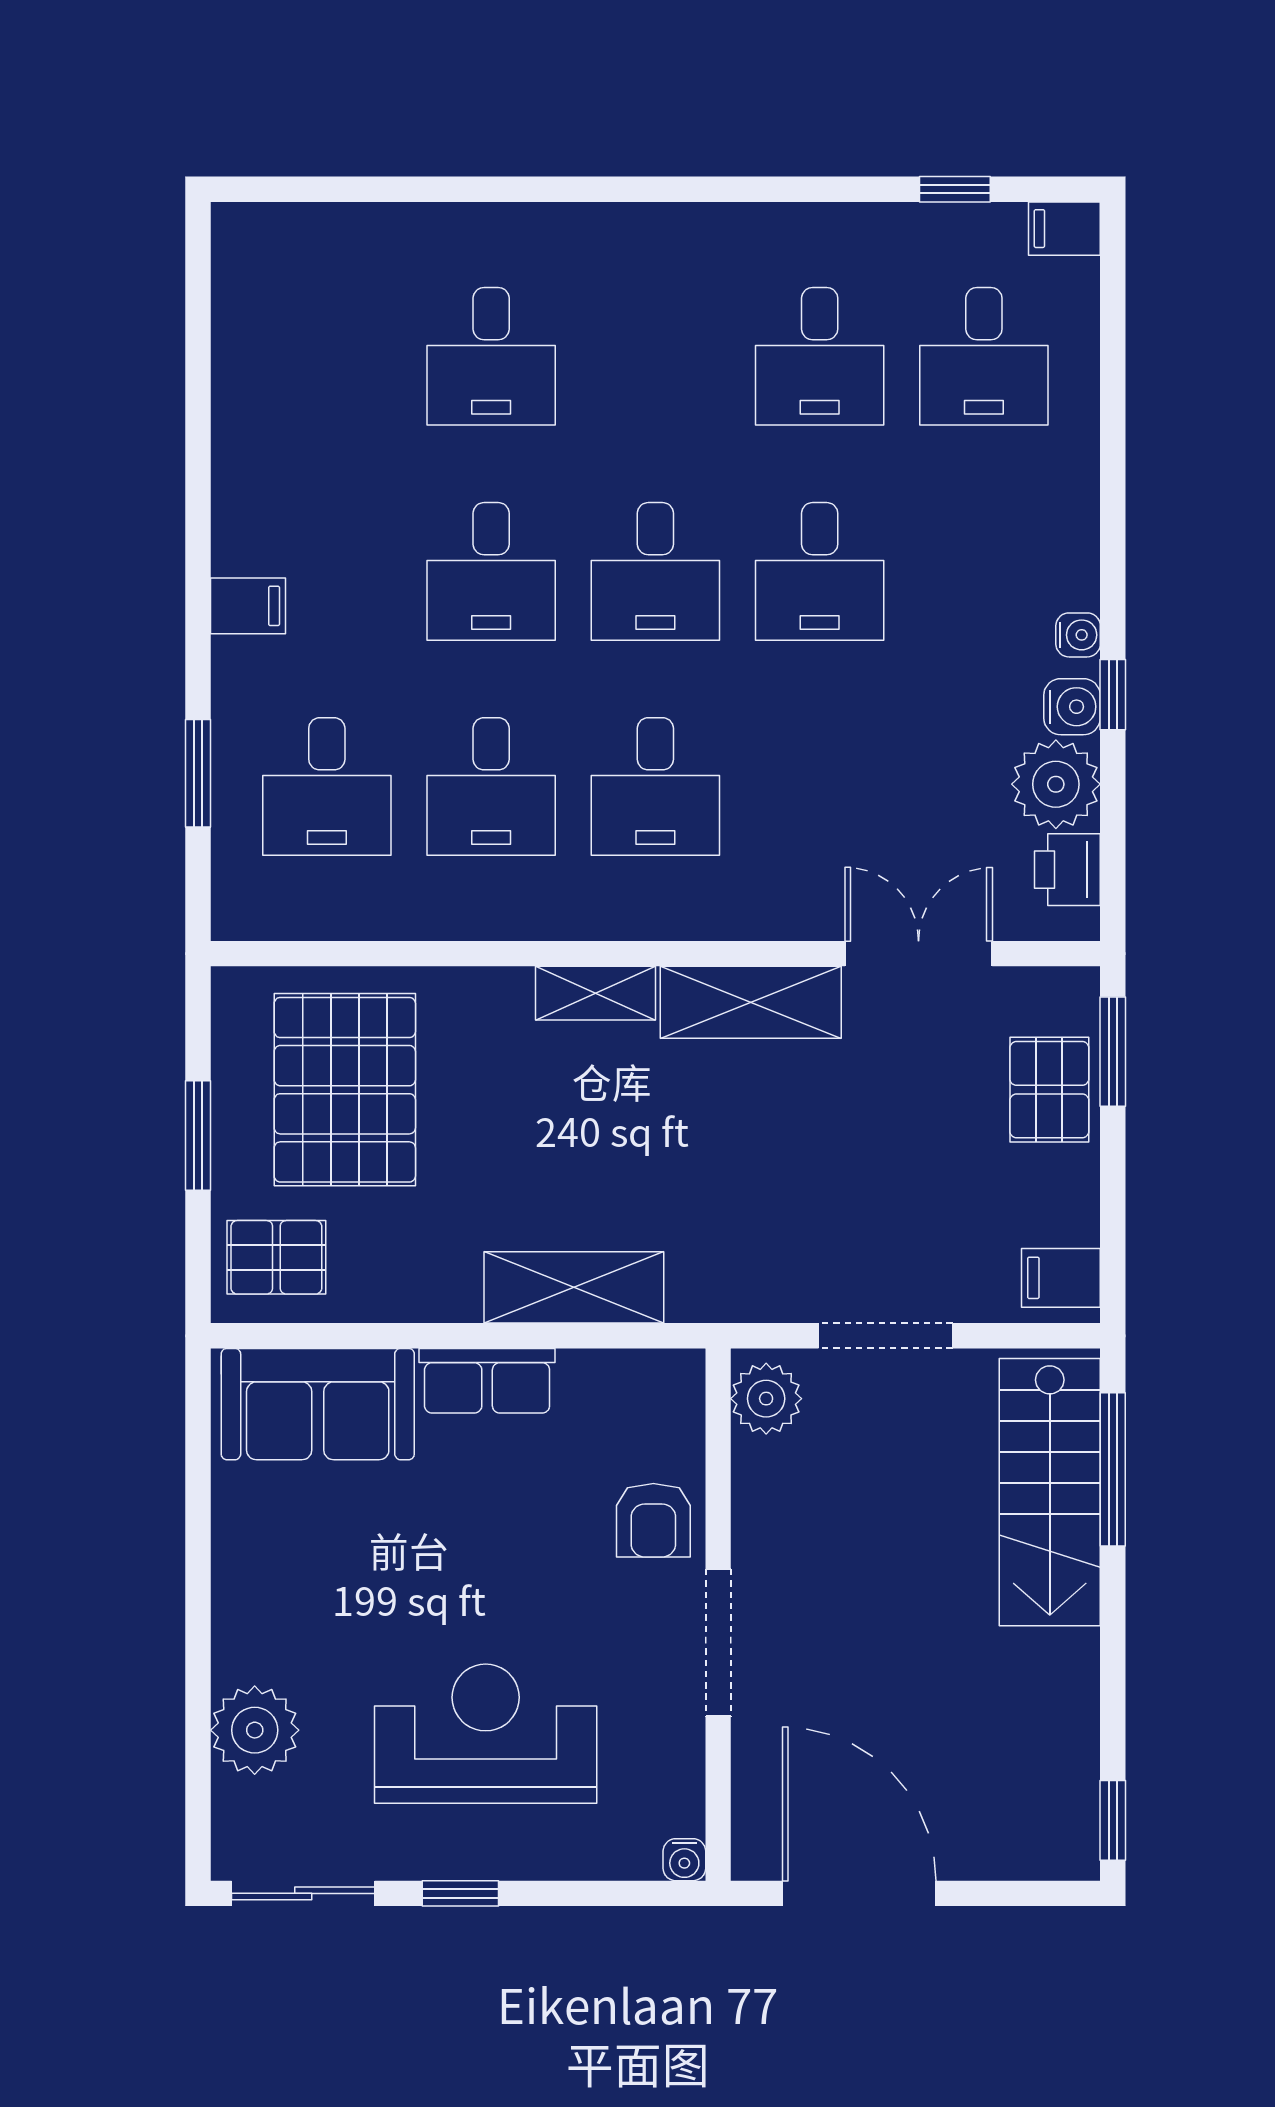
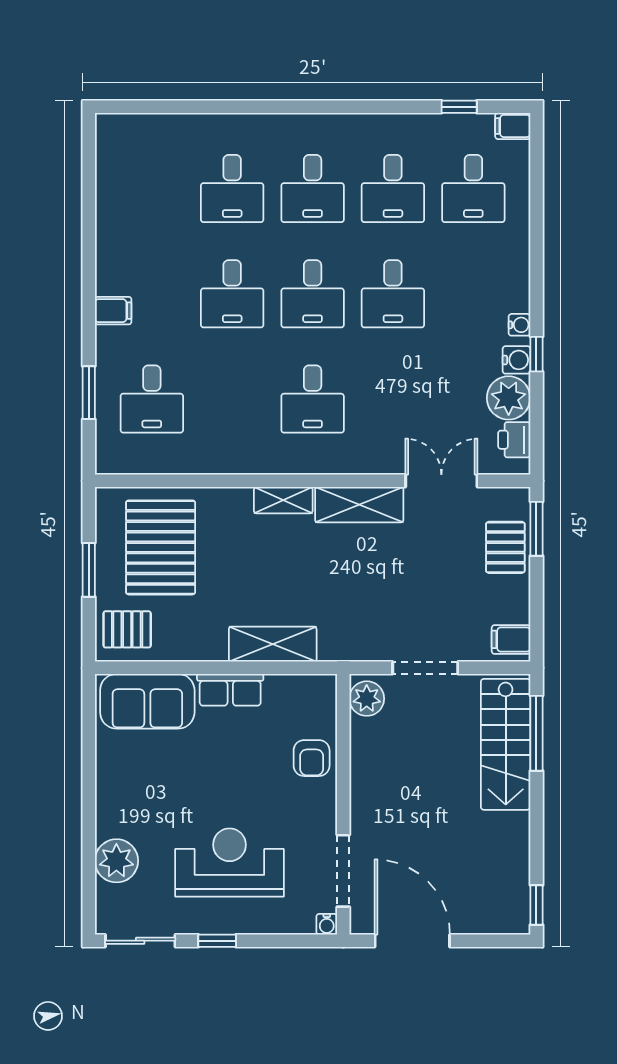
desk: (491, 786) -> (313, 188), moved
doorway: (718, 1643) -> (343, 871), moved

